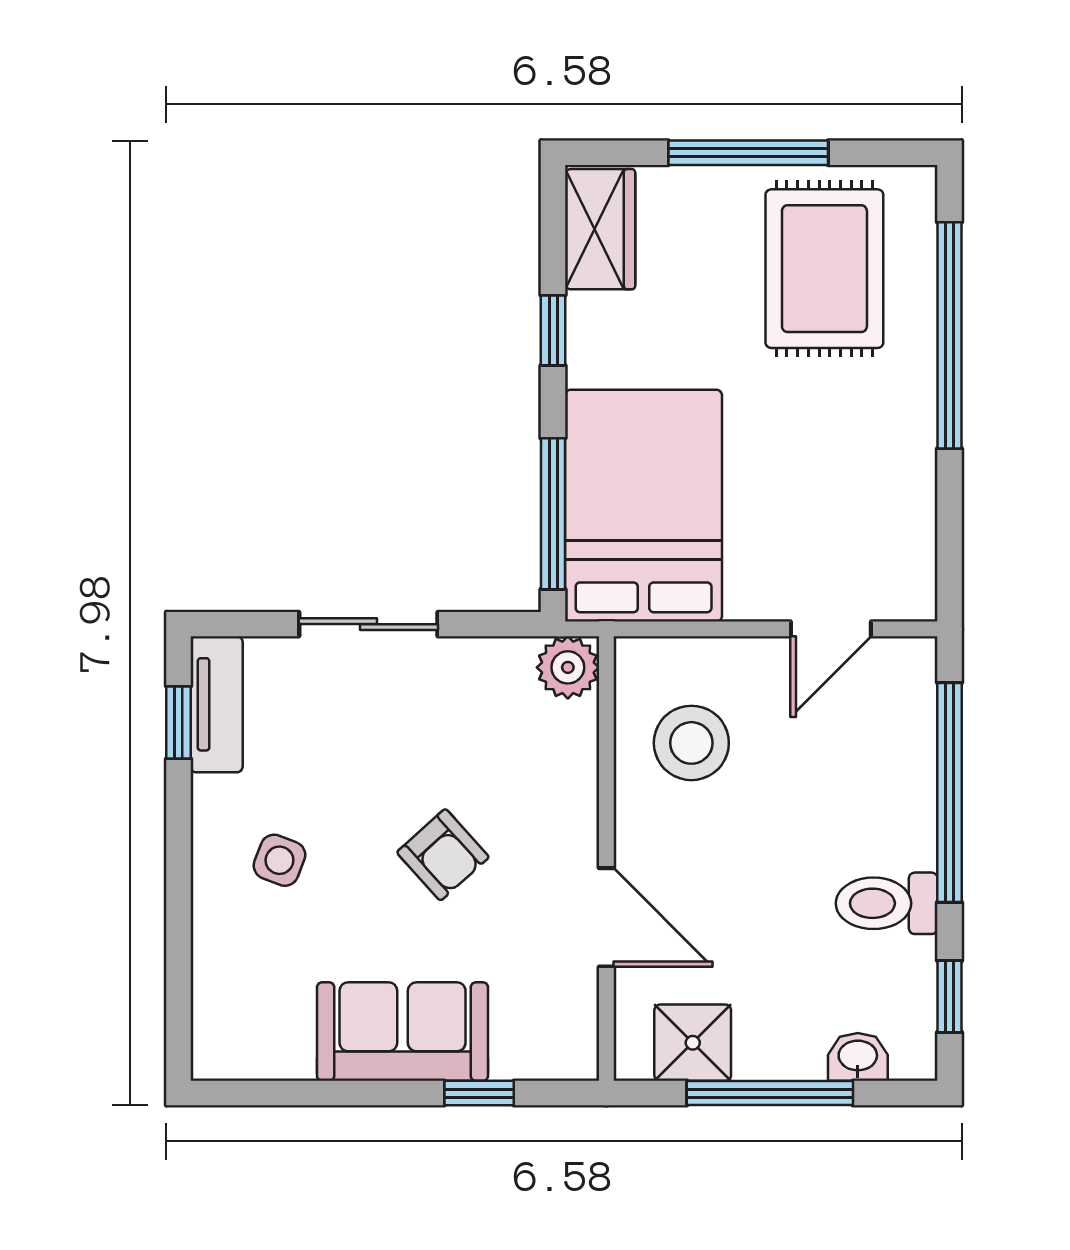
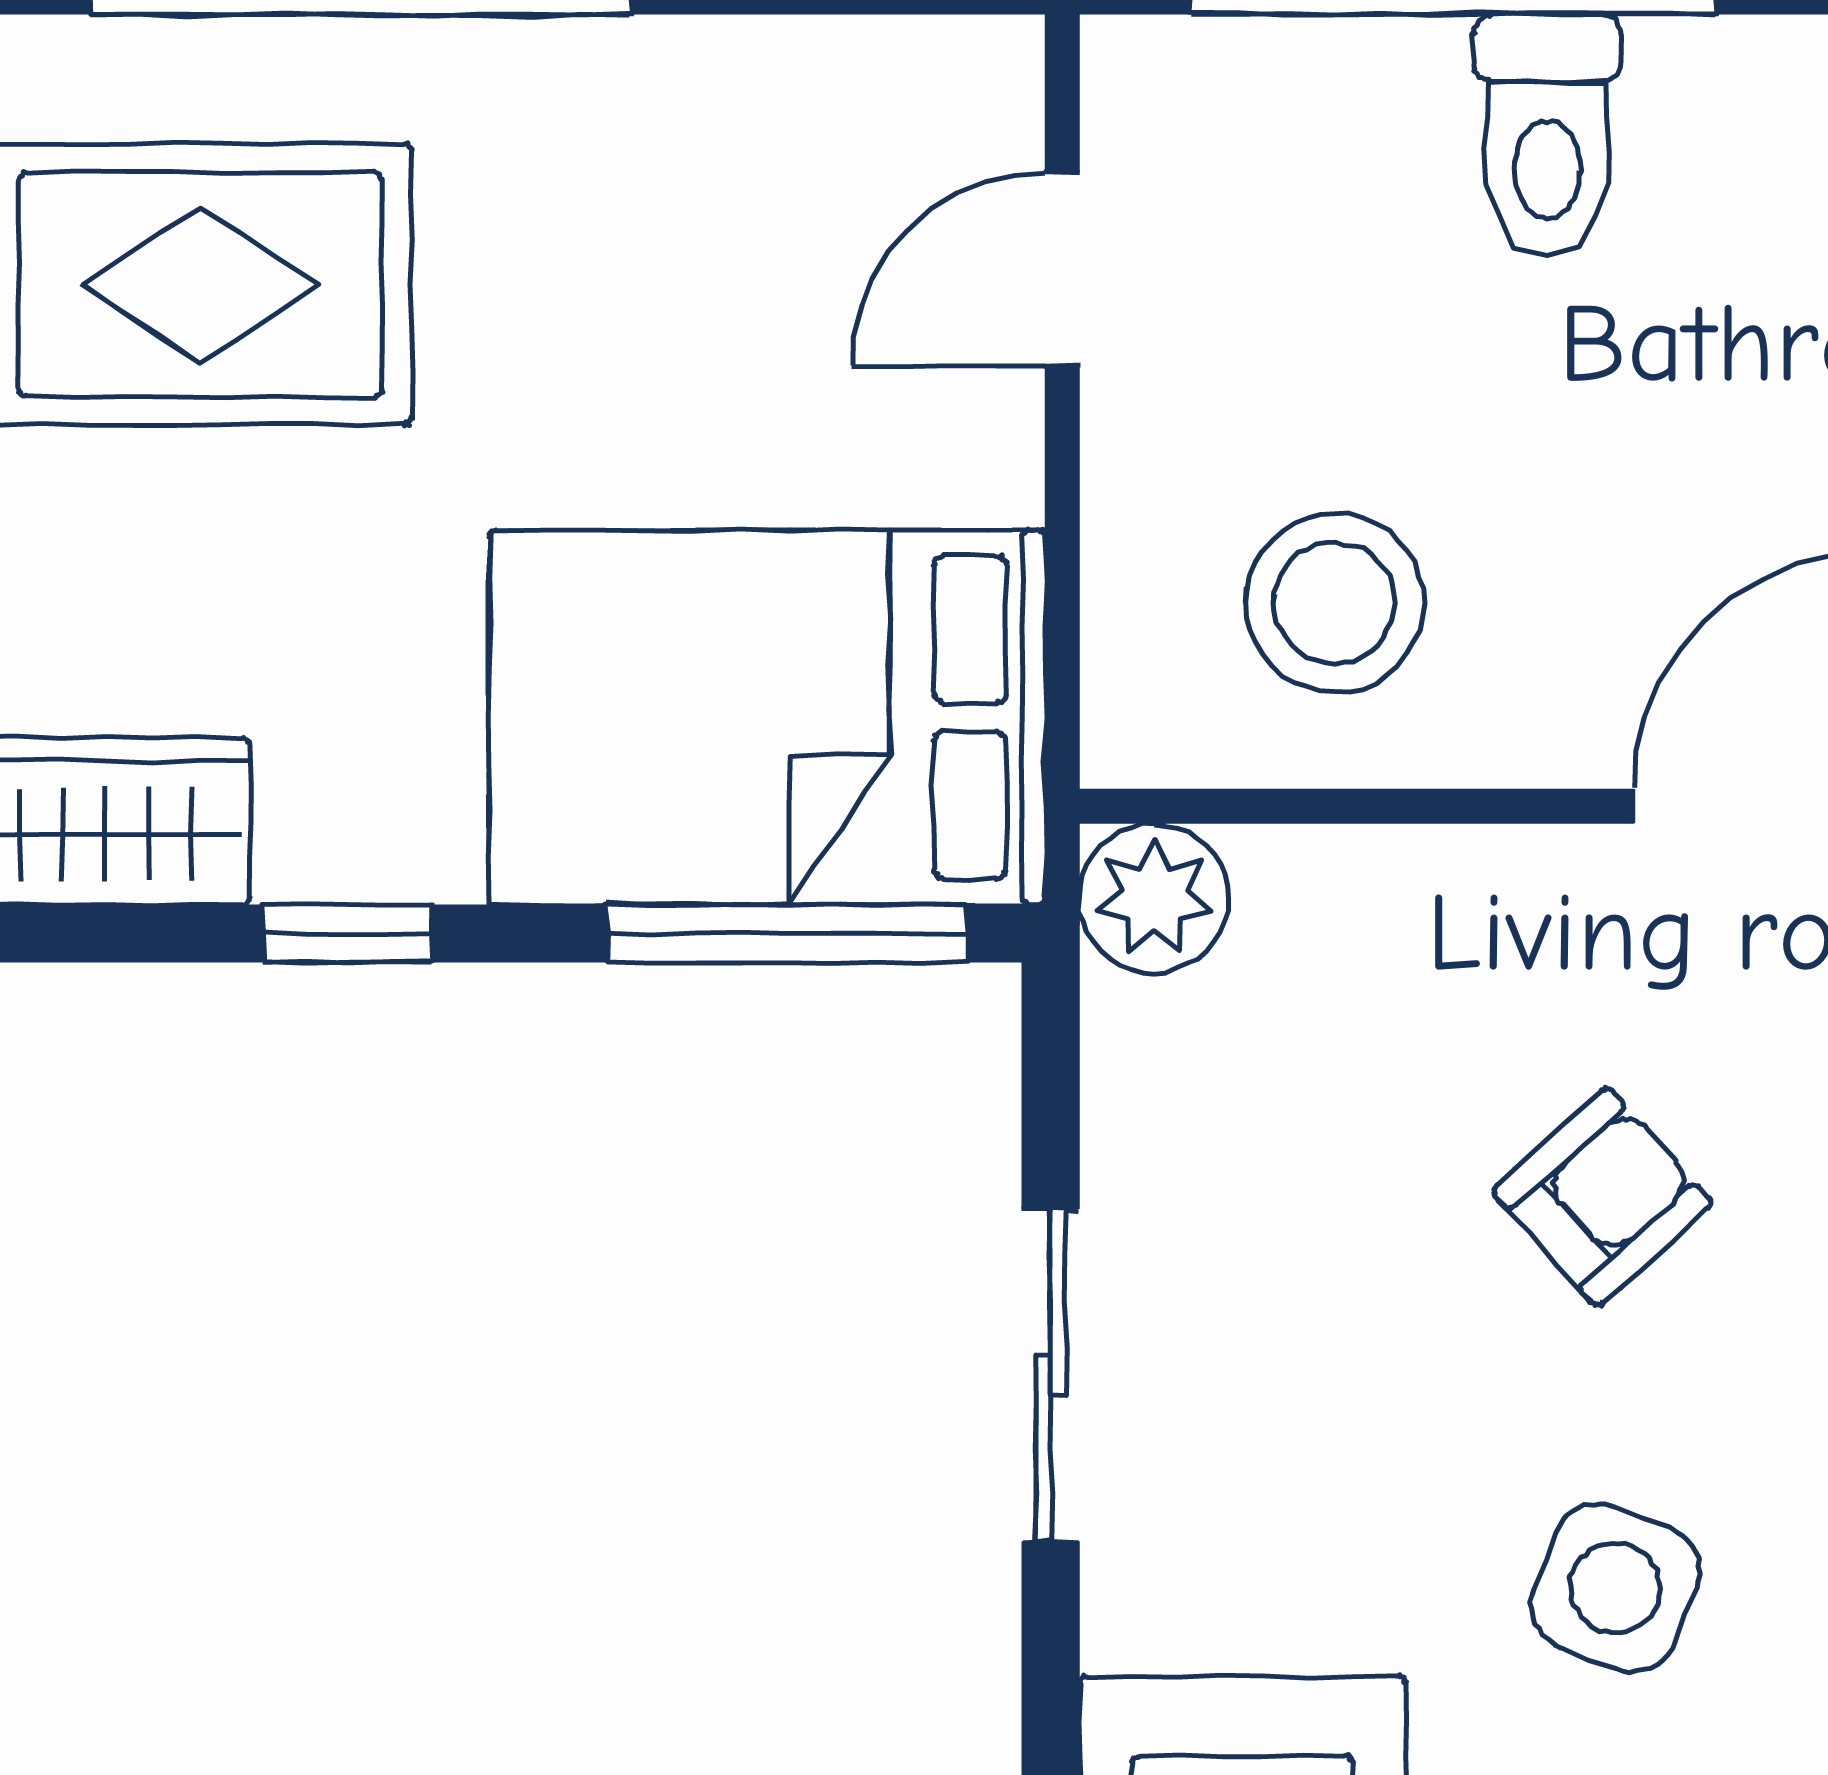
door: (831, 629) -> (1062, 269), swing flipped
side table: (279, 860) -> (1615, 1588), width x1.37, depth x1.37
toilet: (887, 903) -> (1547, 136), moved

